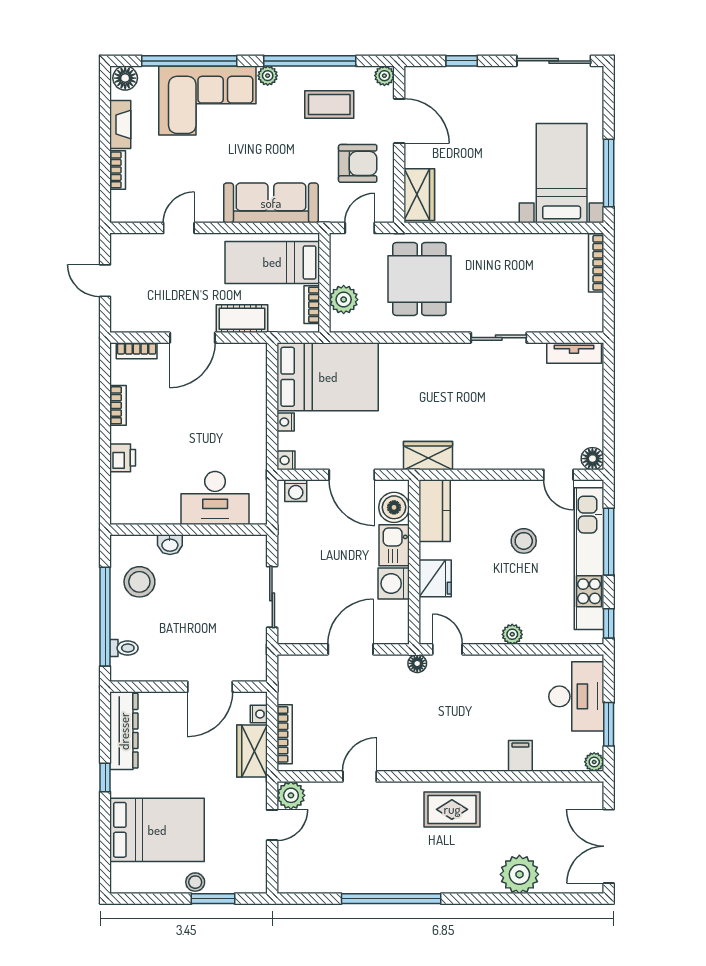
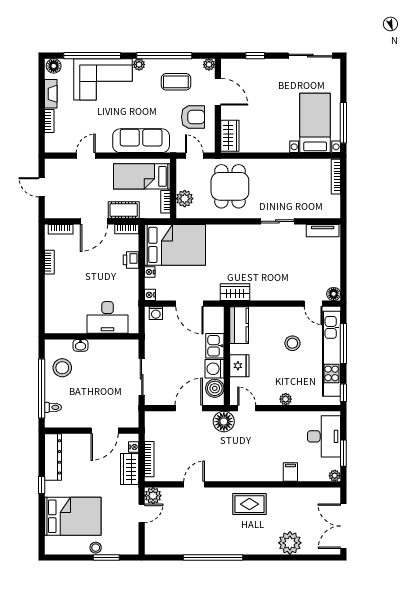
door: (360, 228) -> (194, 156), hinge flipped
bookcase: (247, 351) -> (127, 229), added
printer: (123, 458) -> (131, 260), moved, turned 180
boiler: (394, 507) -> (215, 388), moved
floor lamp: (417, 663) -> (224, 422), width x1.89, depth x1.89

